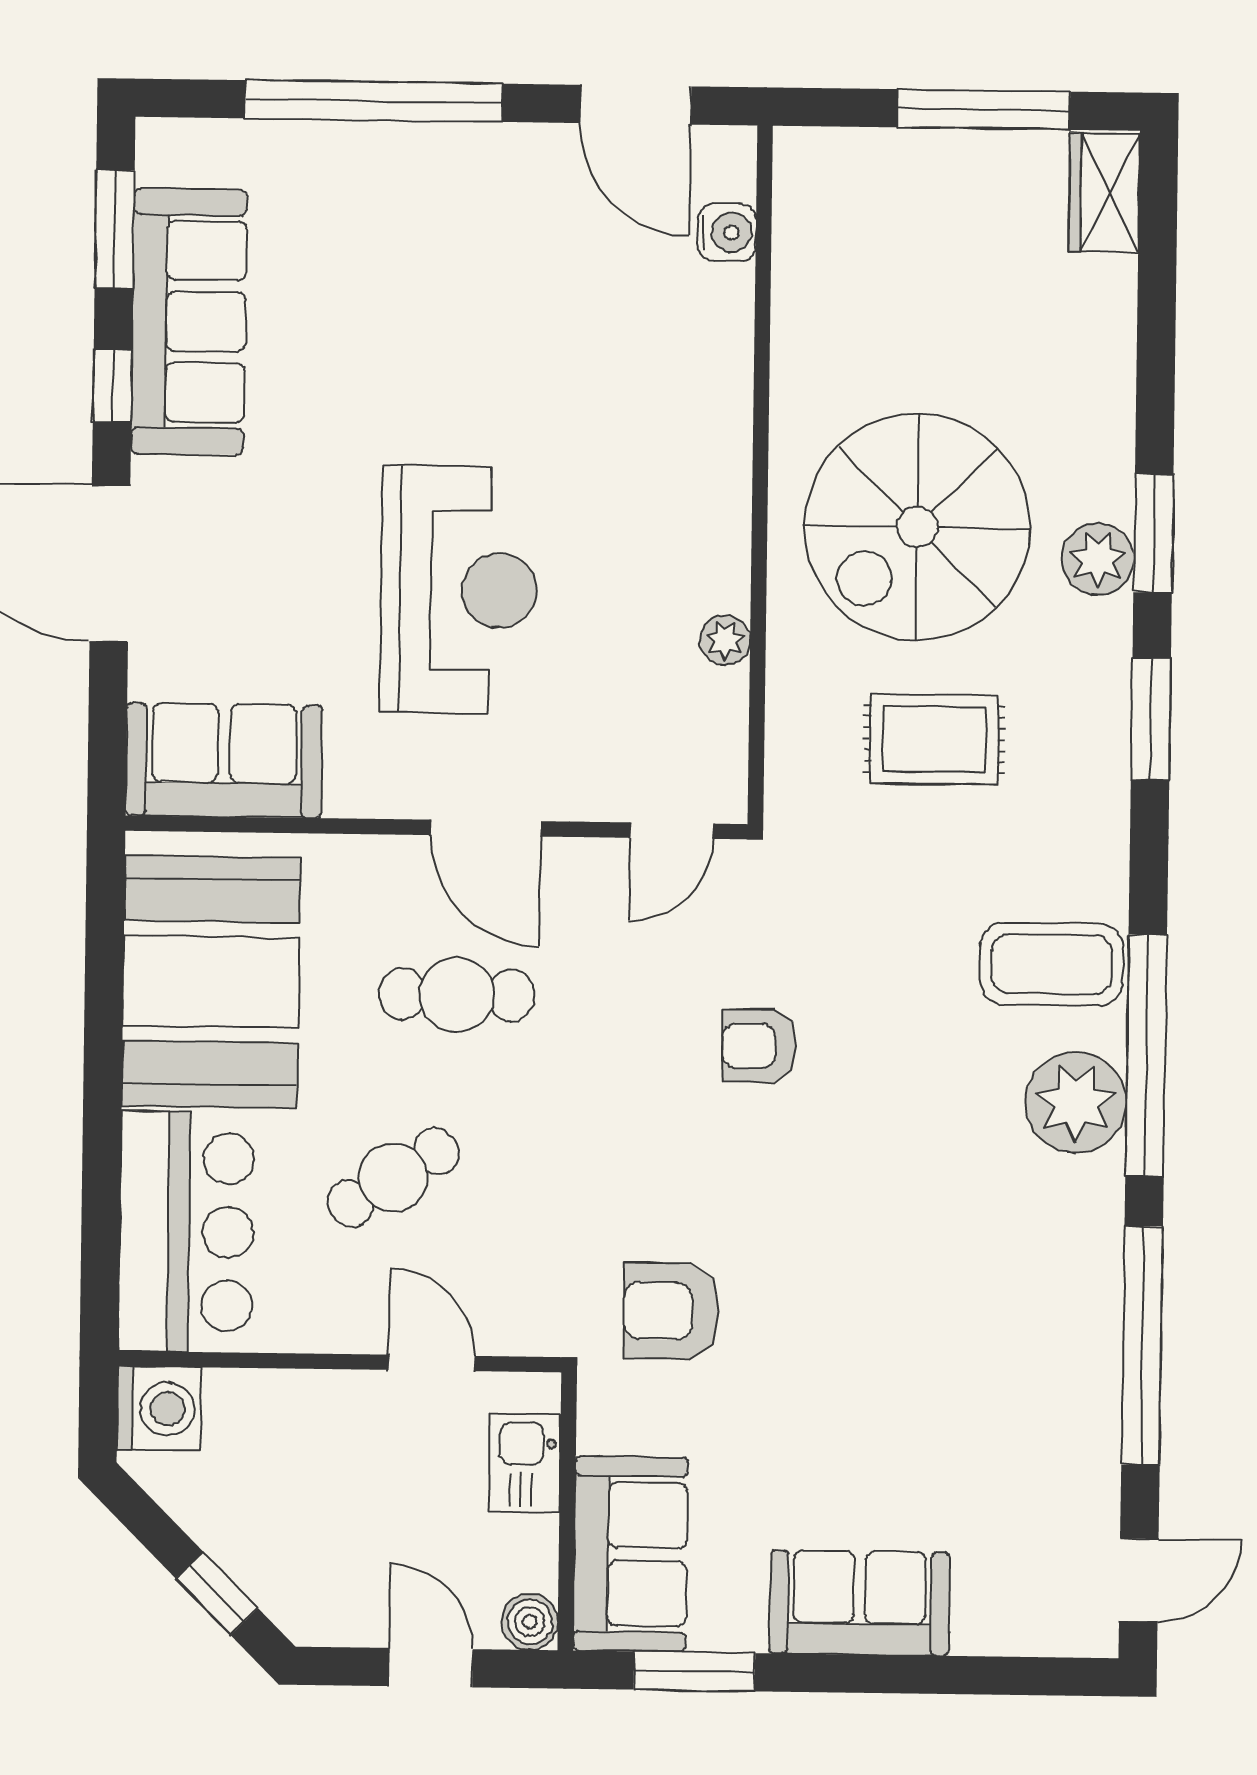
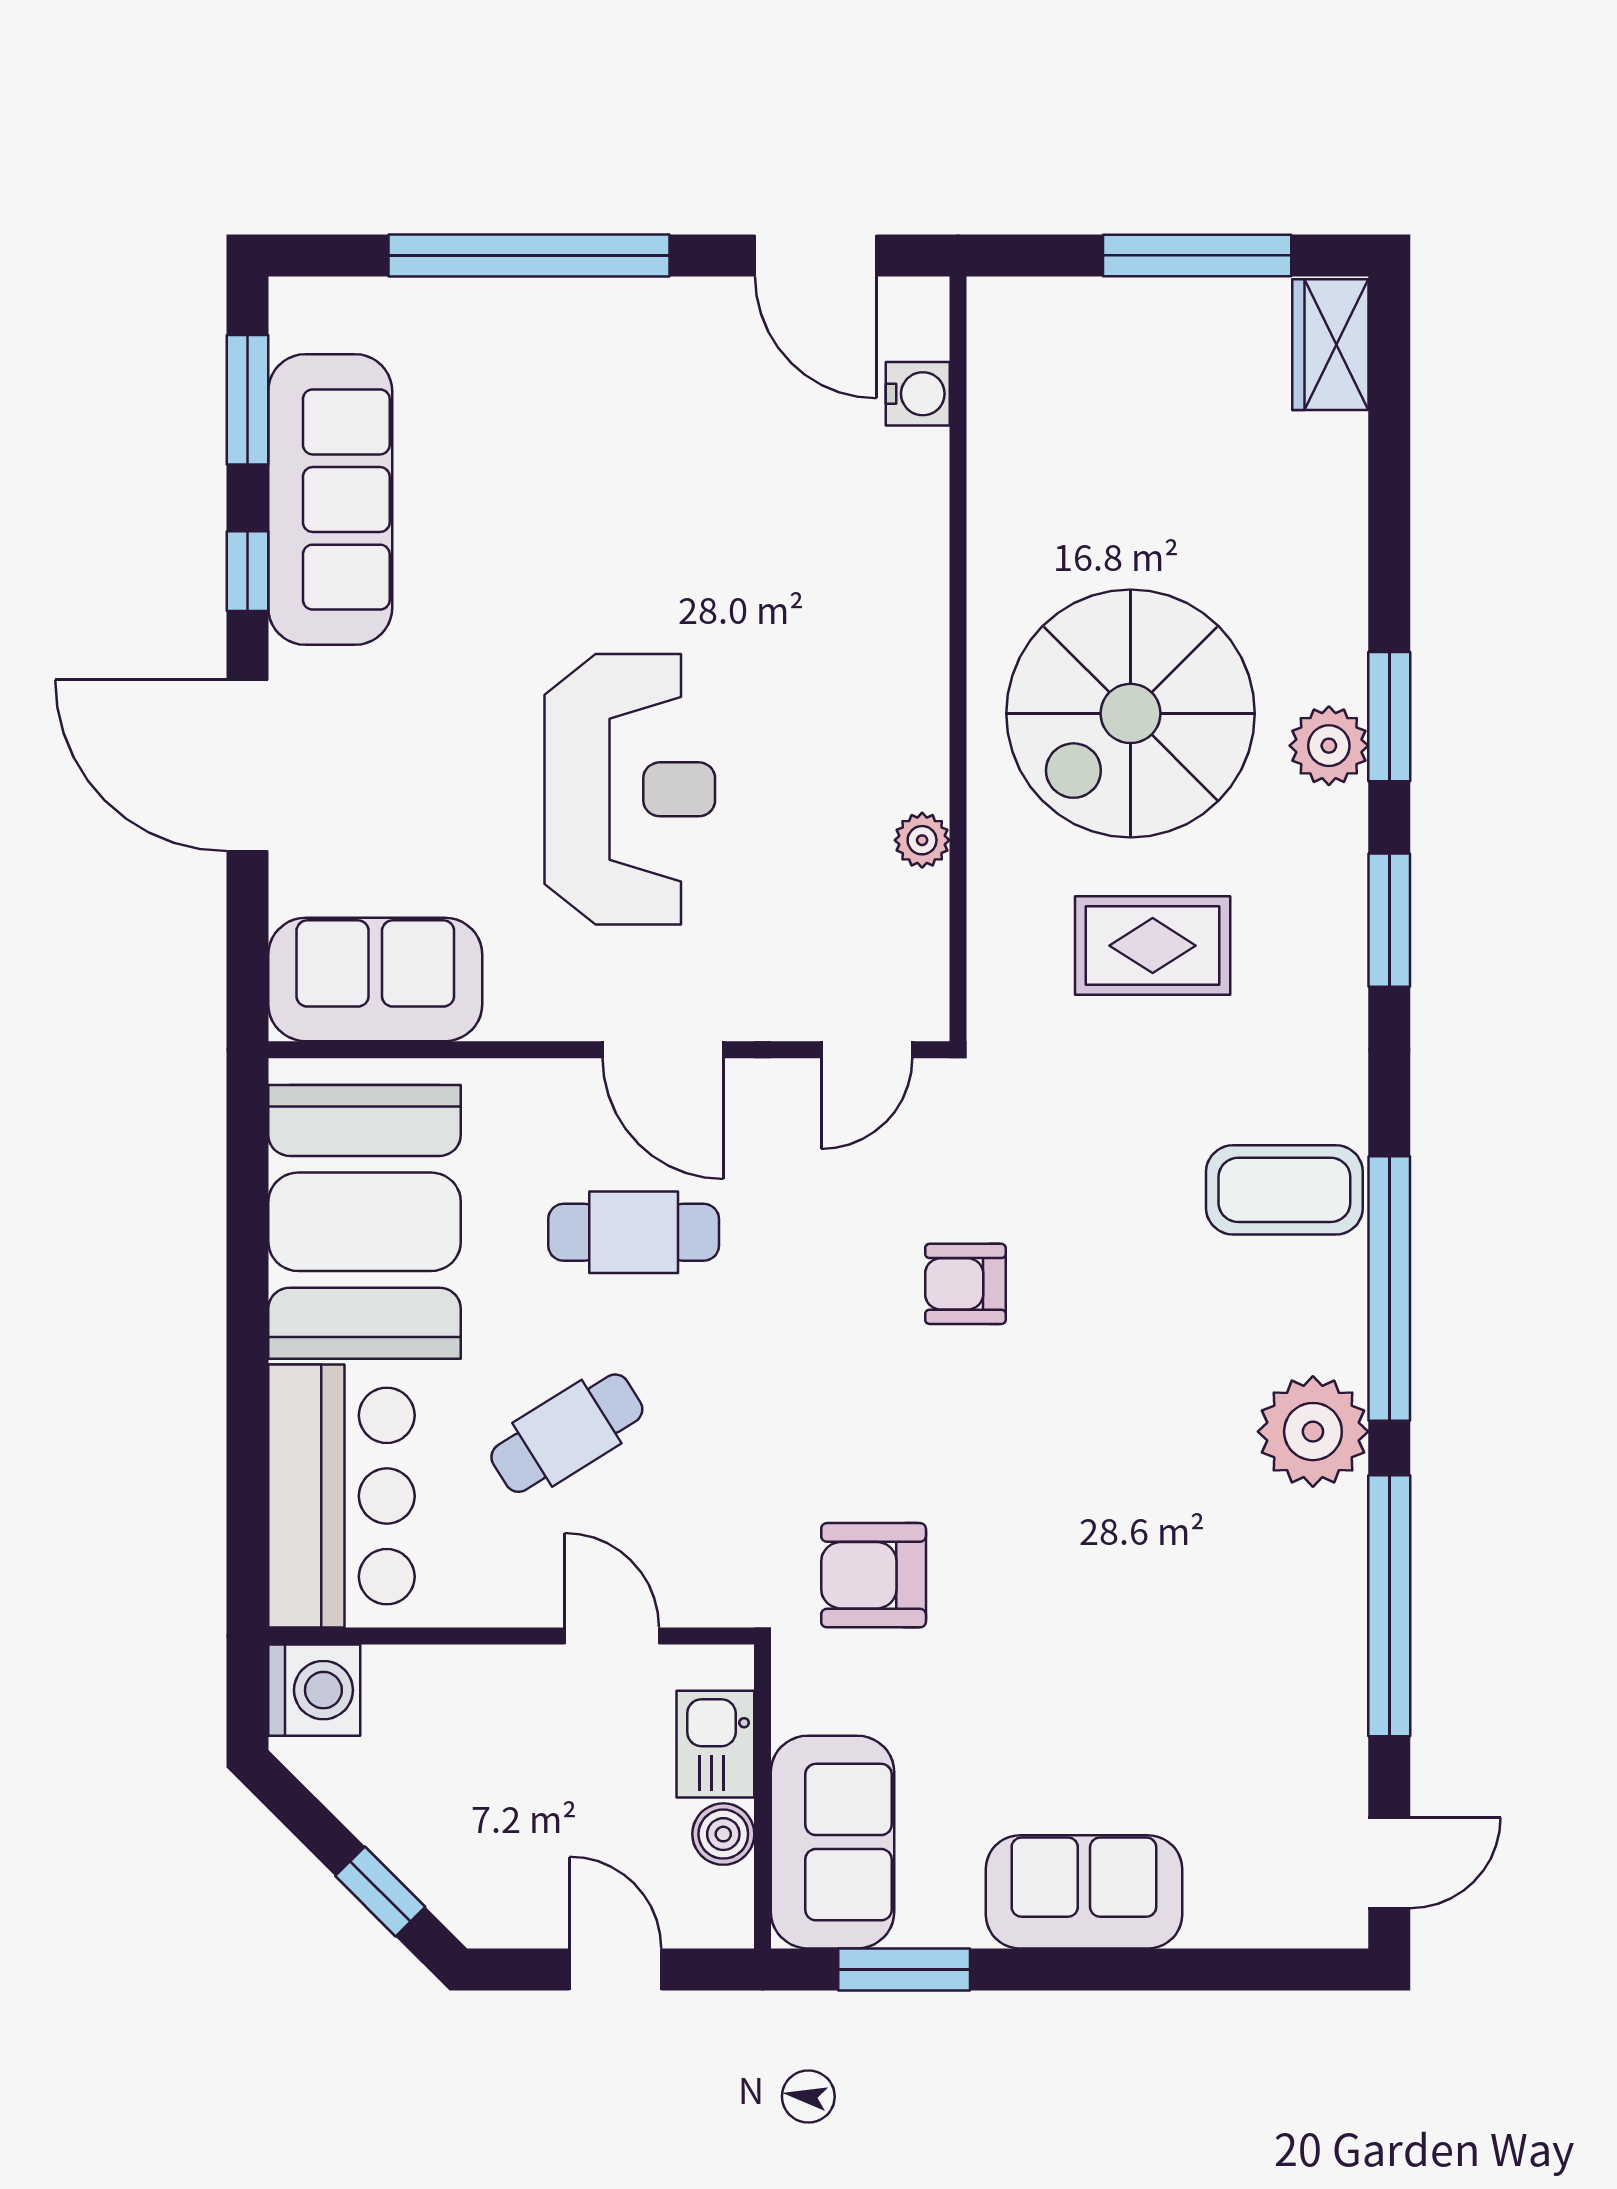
plant: (1076, 1102) -> (1313, 1432), moved
boiler: (530, 1622) -> (723, 1834), moved

